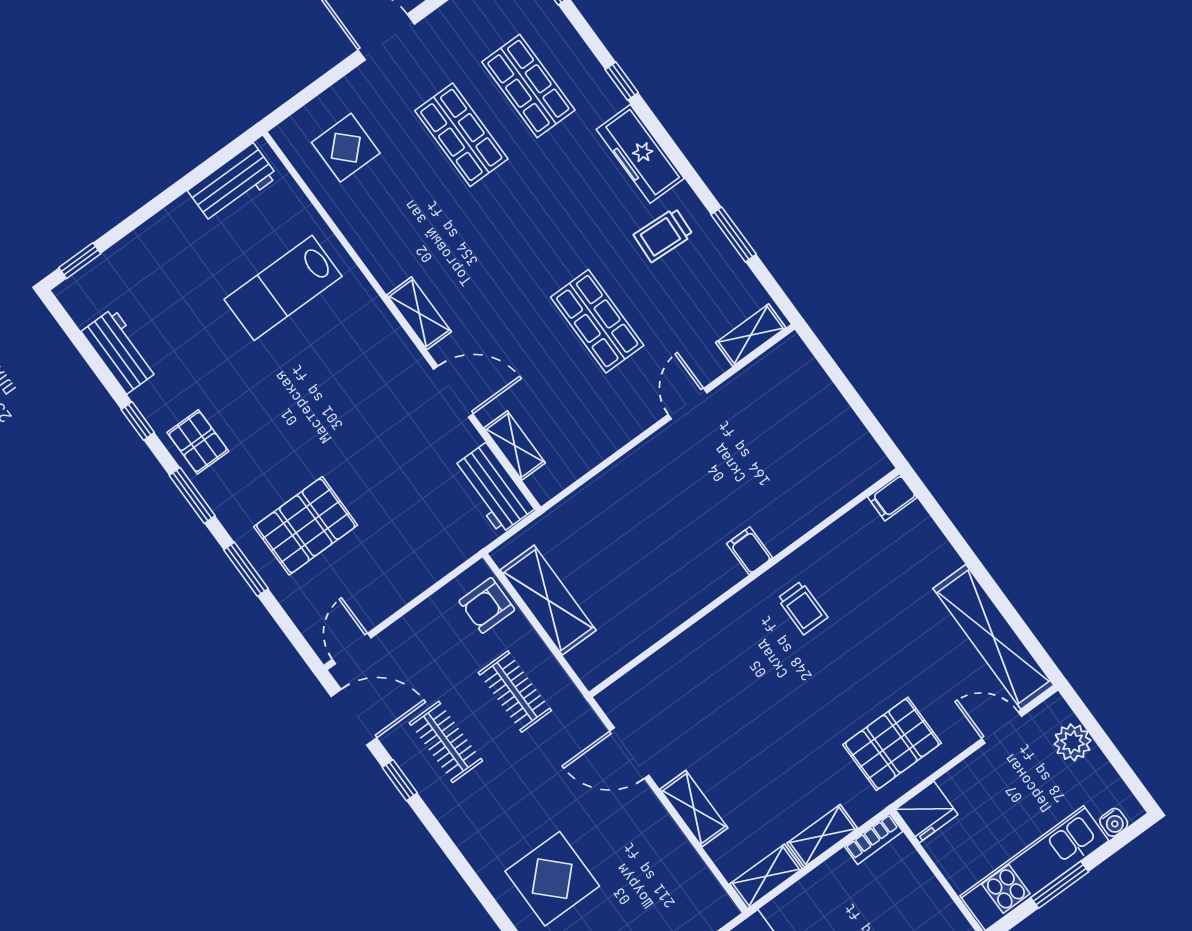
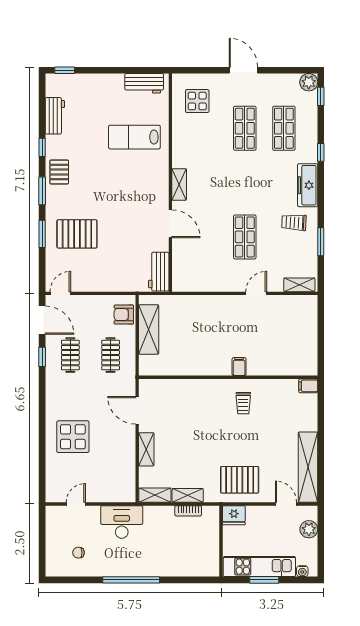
shelving: (515, 445) -> (179, 261), removed
bookcase: (874, 839) -> (188, 511), moved

